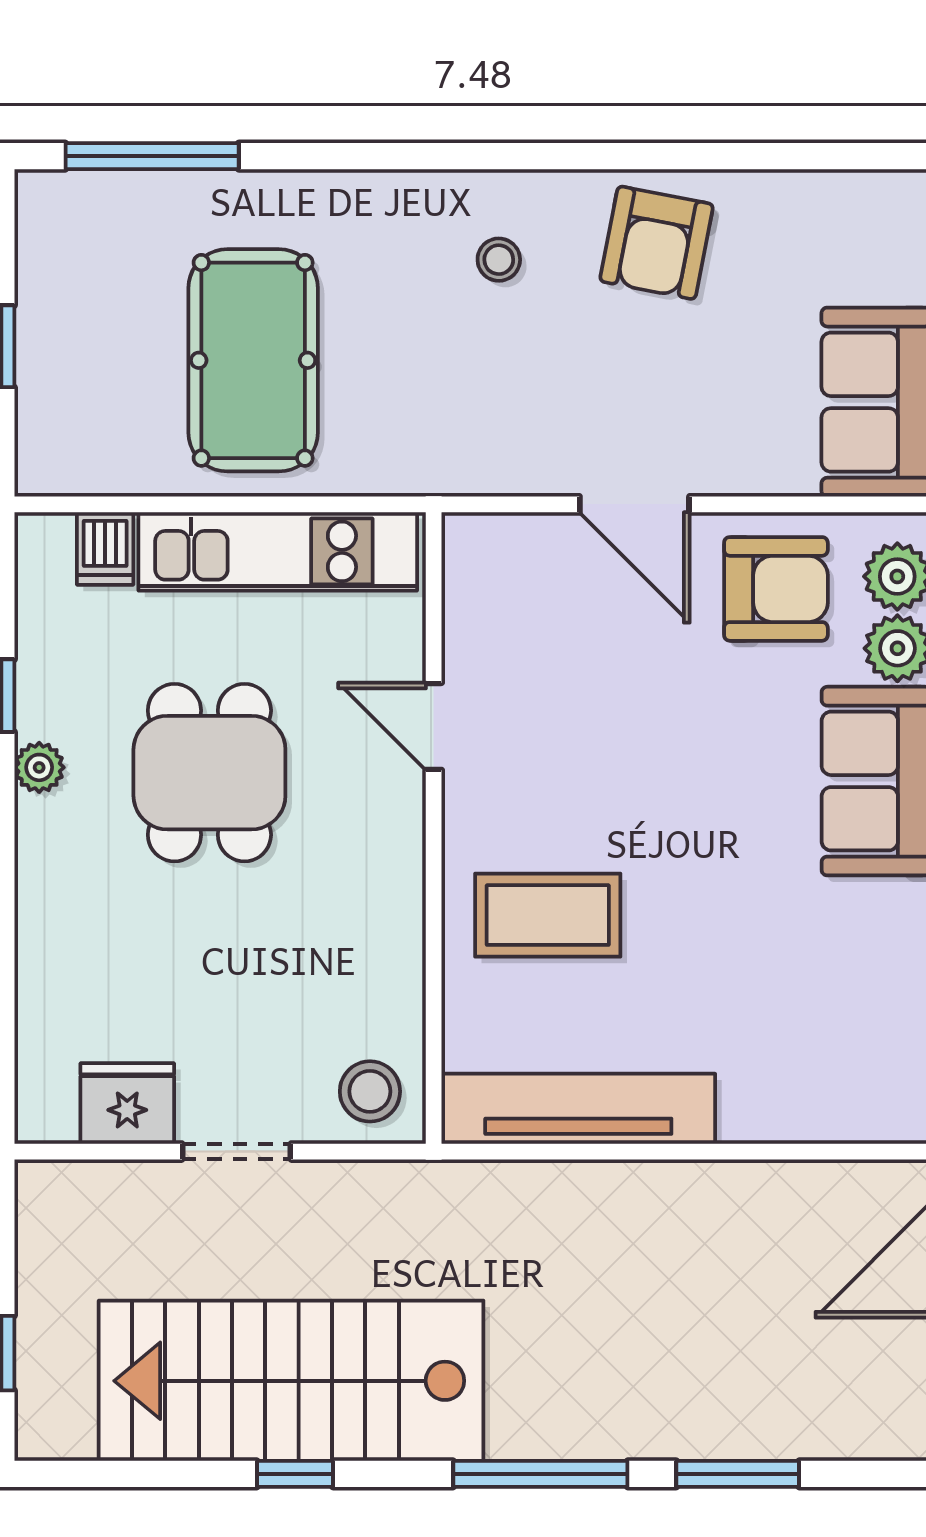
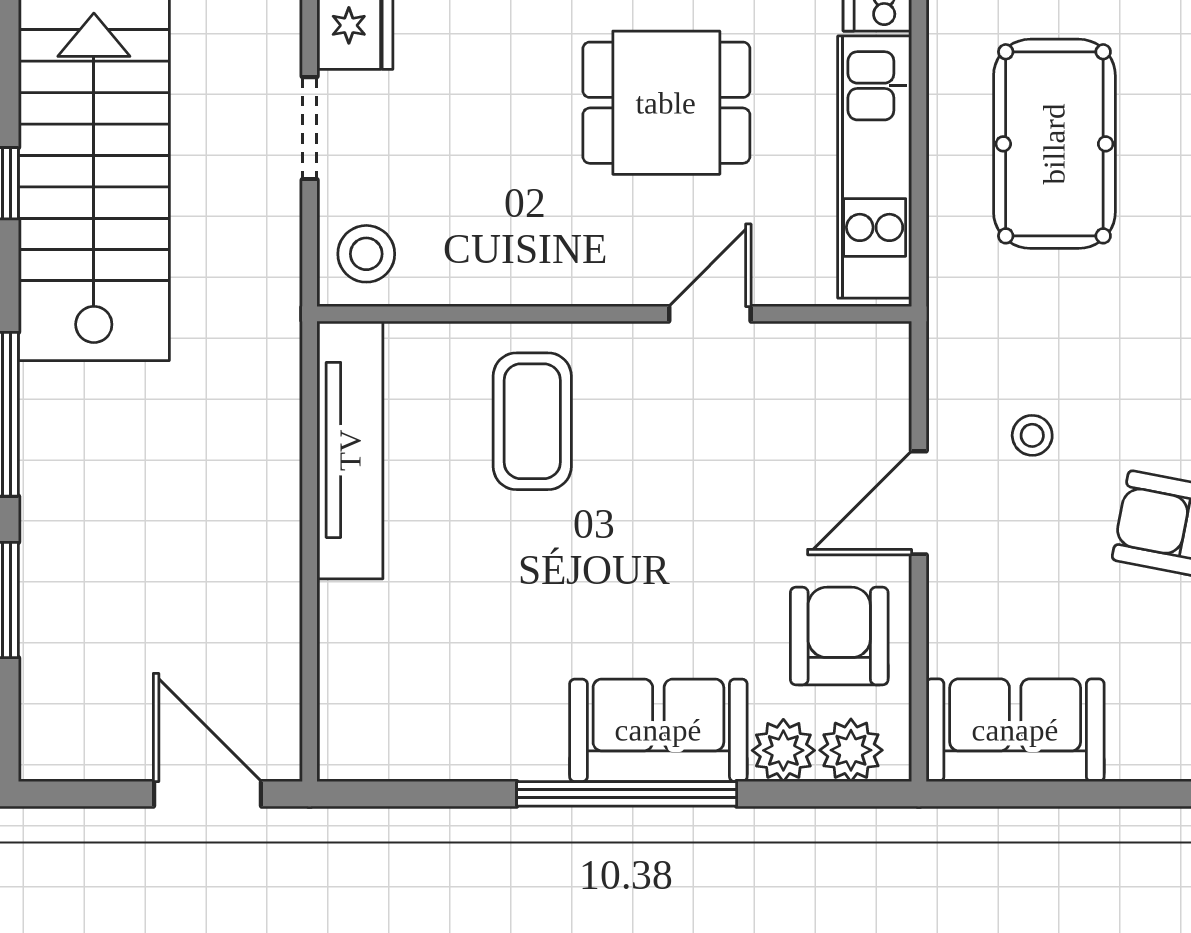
stool: (499, 260) -> (1032, 435), moved
pool table: (253, 360) -> (1054, 144), turned 90
armchair: (776, 589) -> (839, 636), turned 180

